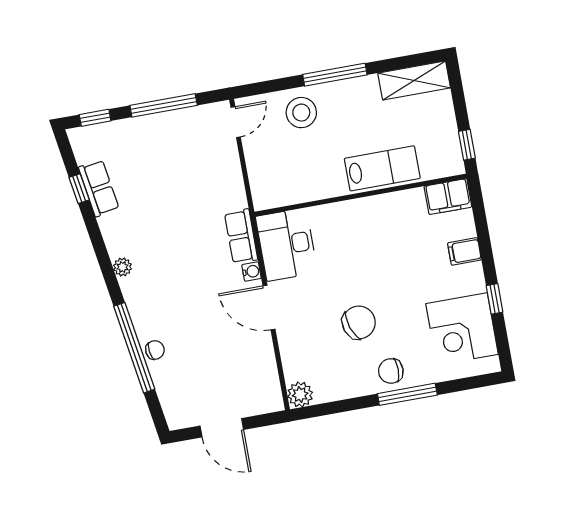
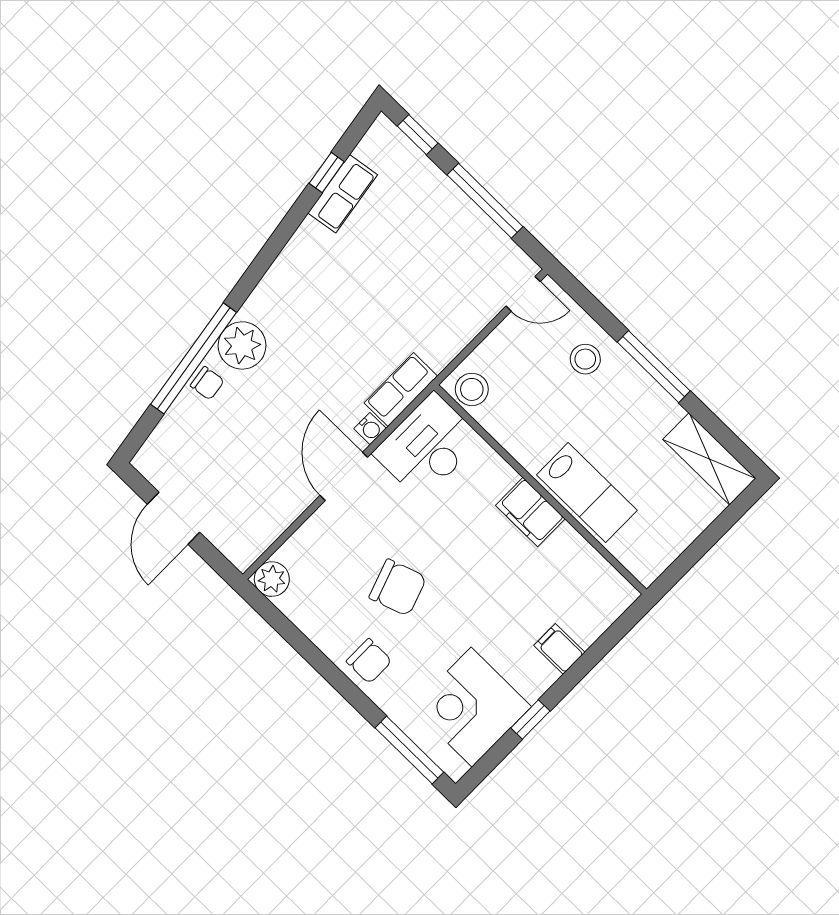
stool: (301, 113) -> (585, 359), width x0.73, depth x0.73
window: (467, 145) -> (679, 568), removed
stool: (271, 194) -> (472, 389), added
filing cabinet: (448, 197) -> (530, 512), moved
plant: (122, 267) -> (242, 345), moved, width x1.88, depth x1.88
chair: (391, 371) -> (369, 661), turned 180
window: (407, 394) -> (409, 750), moved

